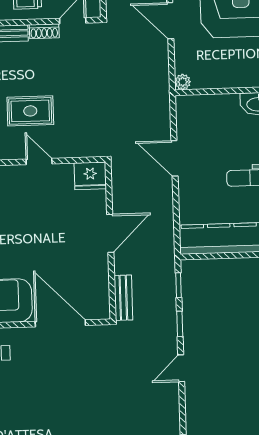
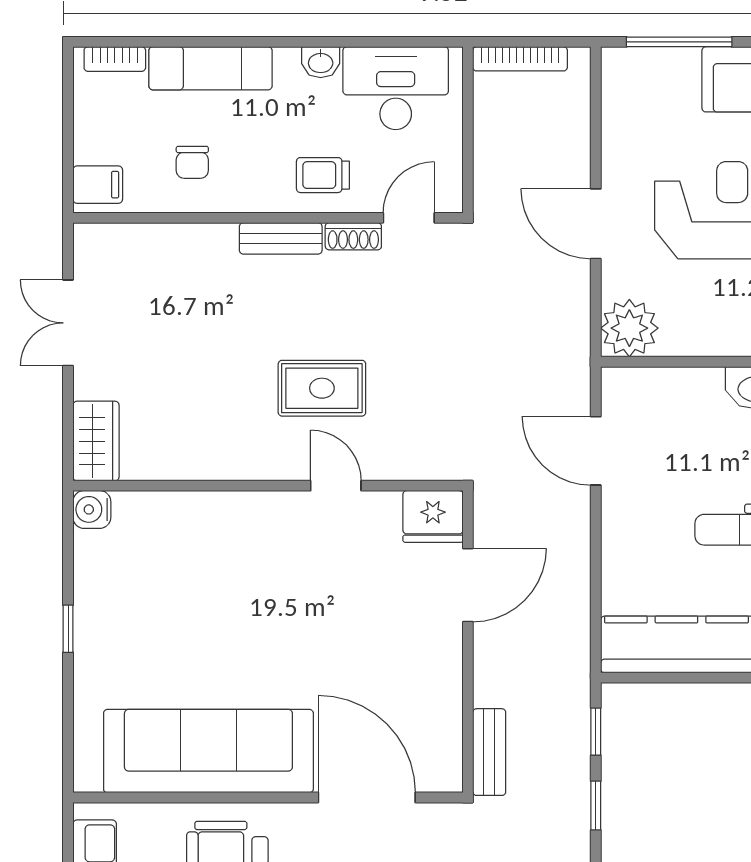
plant: (183, 82) -> (629, 328), width x1.88, depth x1.88
door: (175, 158) -> (596, 451), moved
door: (110, 233) -> (468, 585), moved

